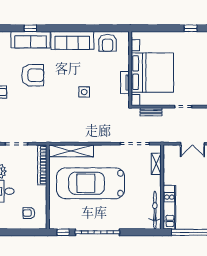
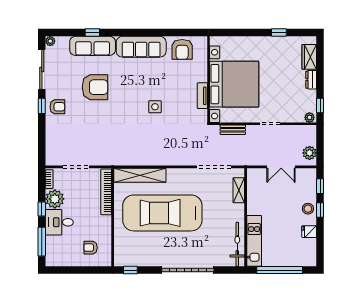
garage door: (97, 232) -> (188, 270), moved

